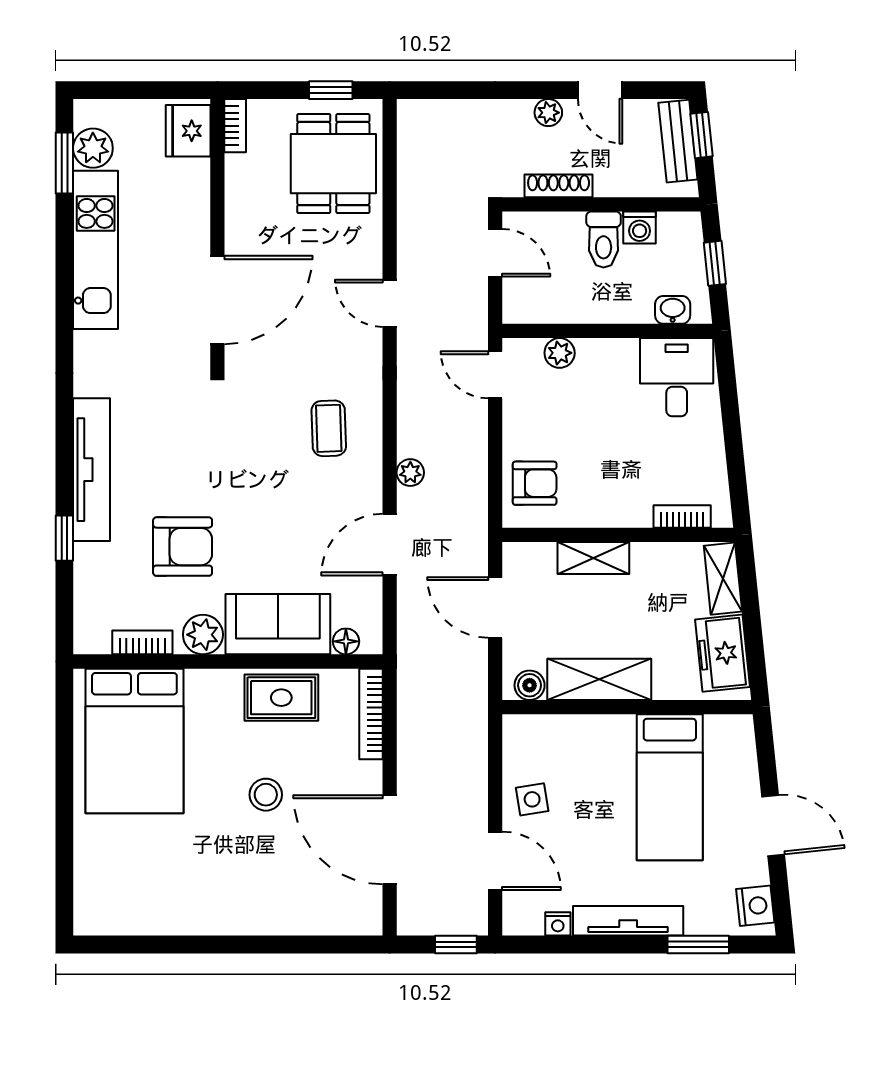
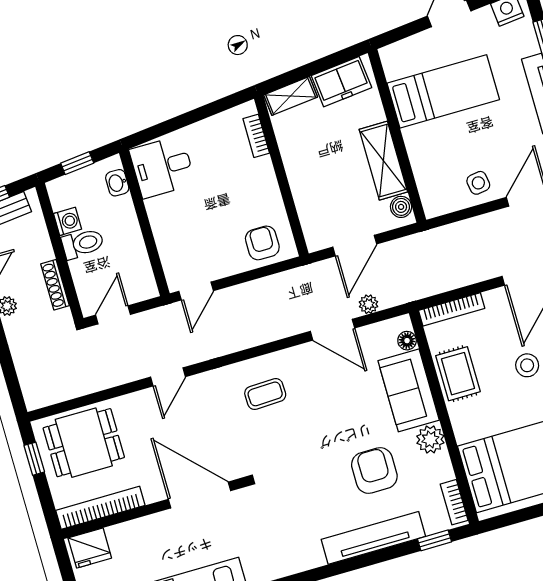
bookcase: (235, 126) -> (100, 508), width x2.31, depth x1.31
plant: (560, 353) -> (169, 251), removed
tv unit: (92, 470) -> (373, 538), moved
plant: (410, 473) -> (369, 304), moved
window: (64, 538) -> (435, 540), moved
shelving: (593, 558) -> (302, 188), removed
bookcase: (142, 642) -> (454, 502), moved

